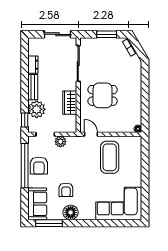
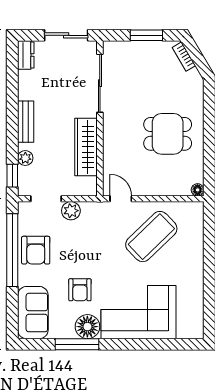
dresser: (33, 65) -> (26, 55), moved
dining table: (103, 95) -> (168, 134), moved
wardrobe: (70, 103) -> (86, 147), width x1.50
plant: (37, 109) -> (25, 158), width x0.53, depth x0.53
coffee table: (110, 157) -> (151, 237), turned 46
corner sofa: (119, 204) -> (139, 312), moved
window: (49, 223) -> (77, 344), moved

